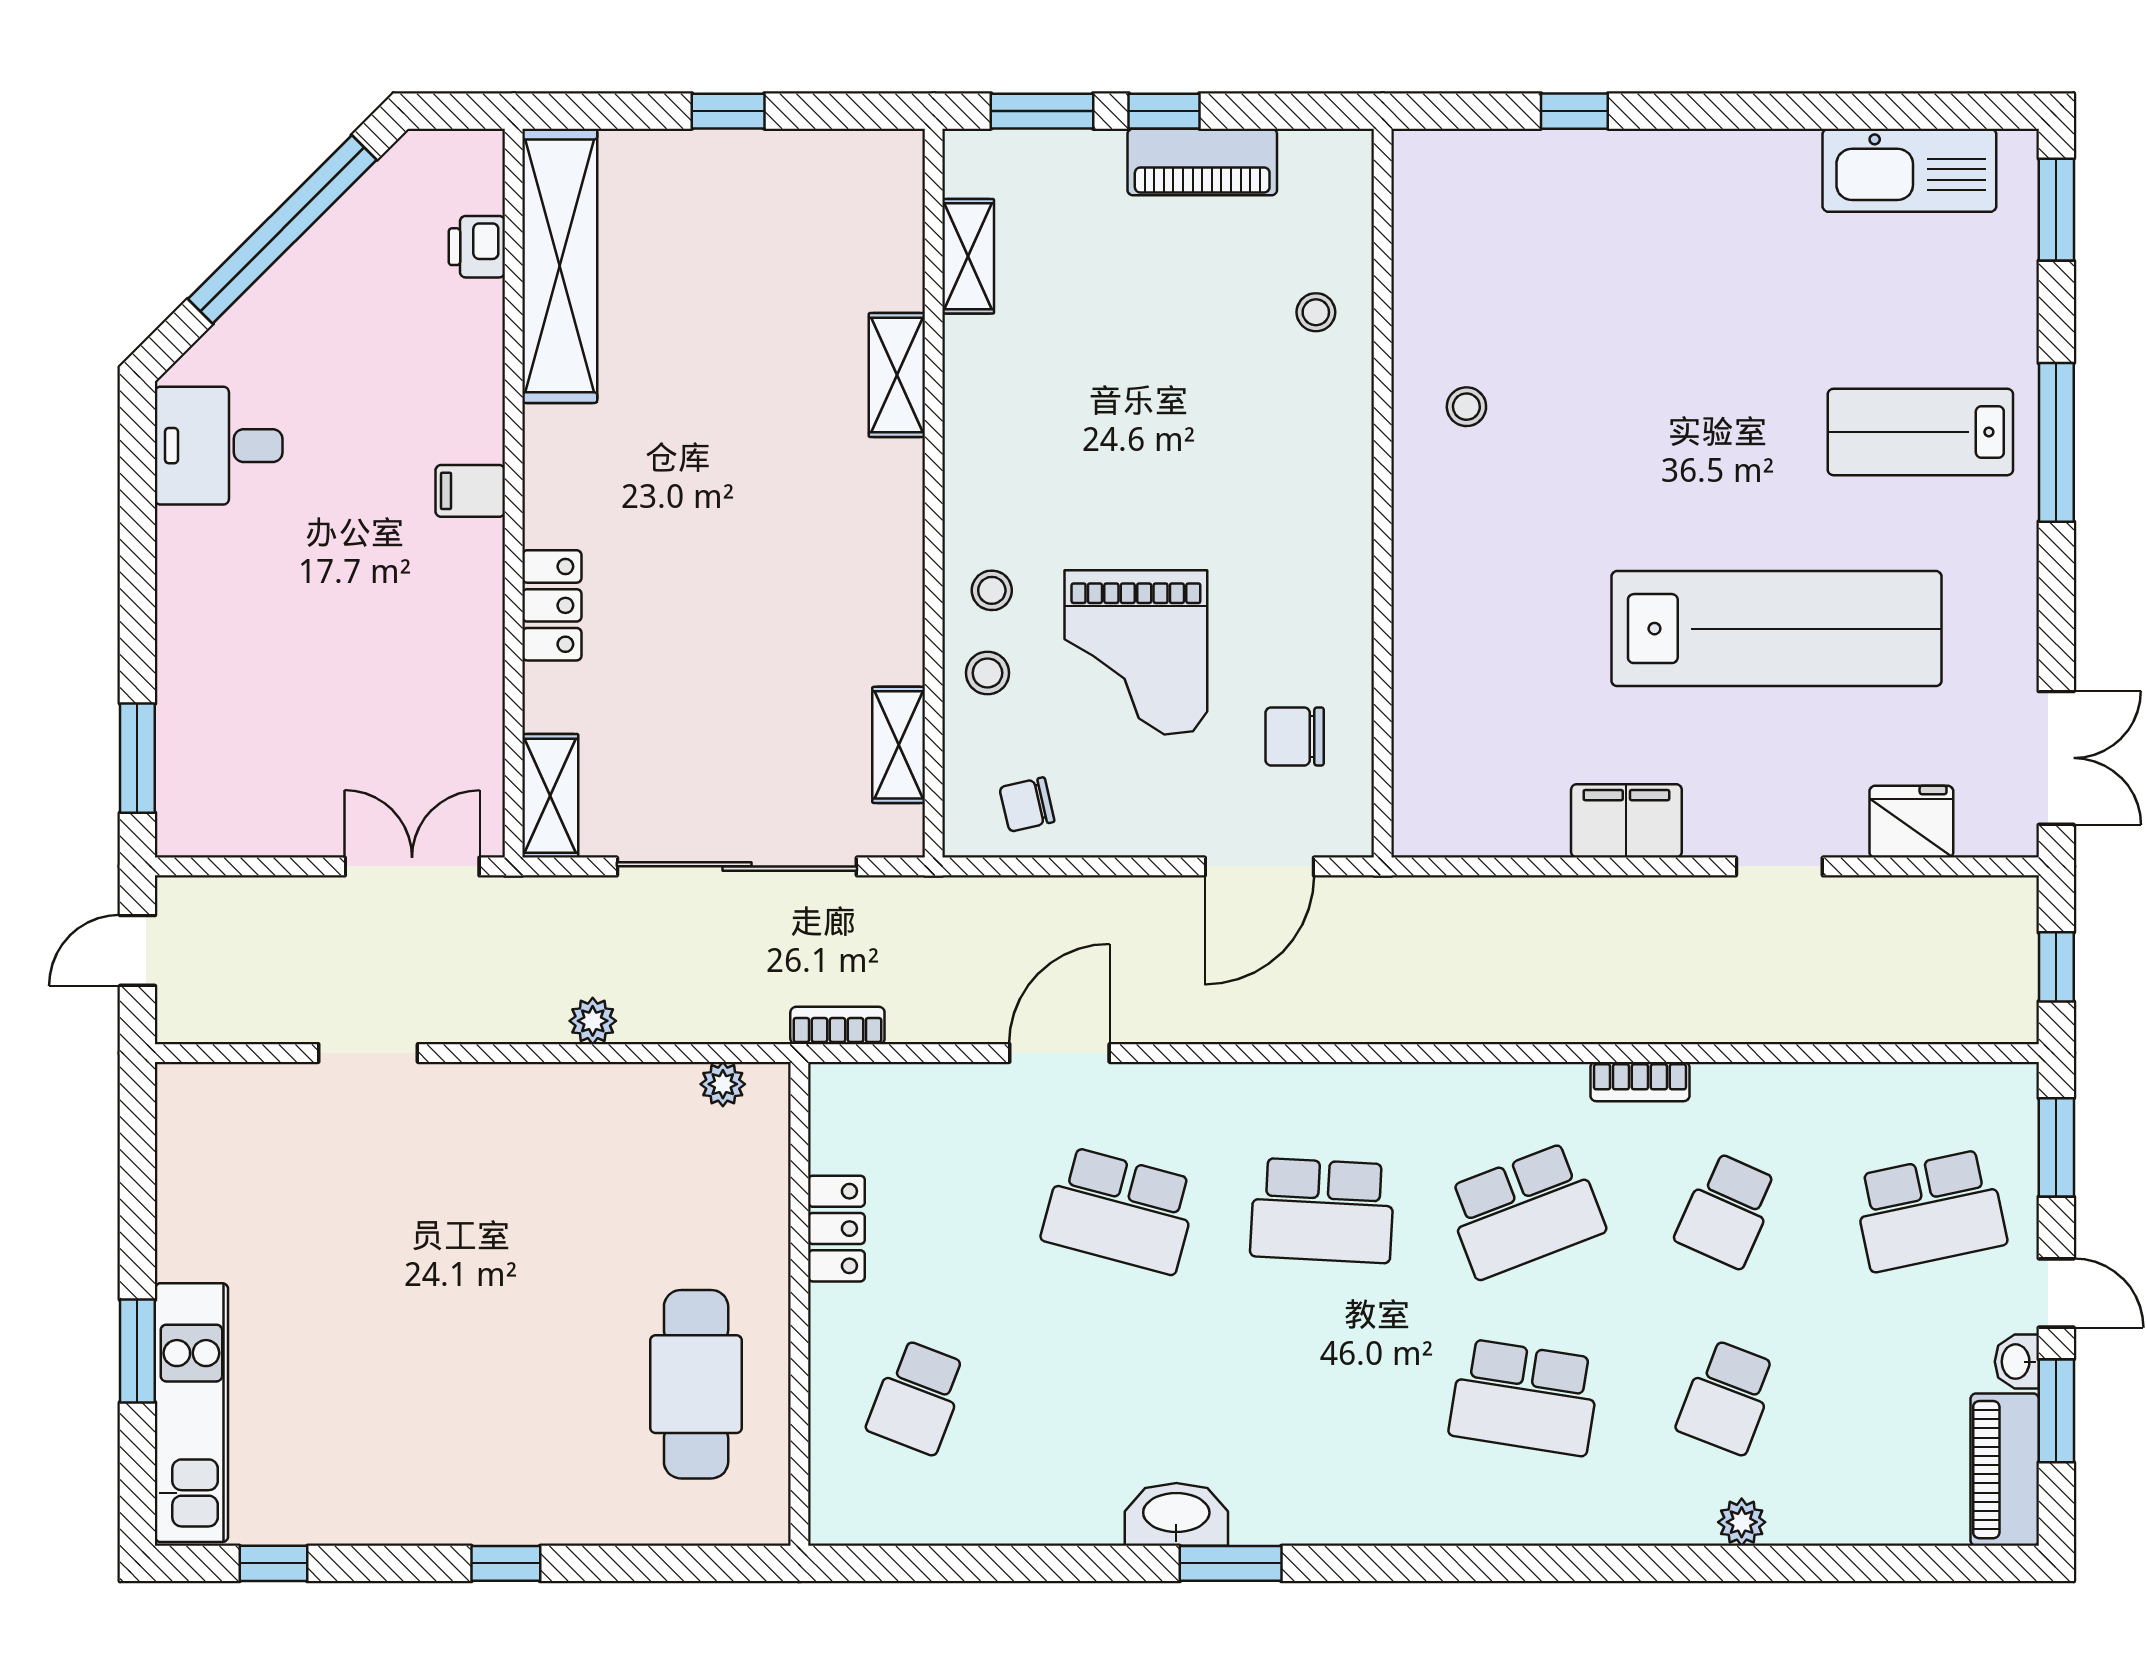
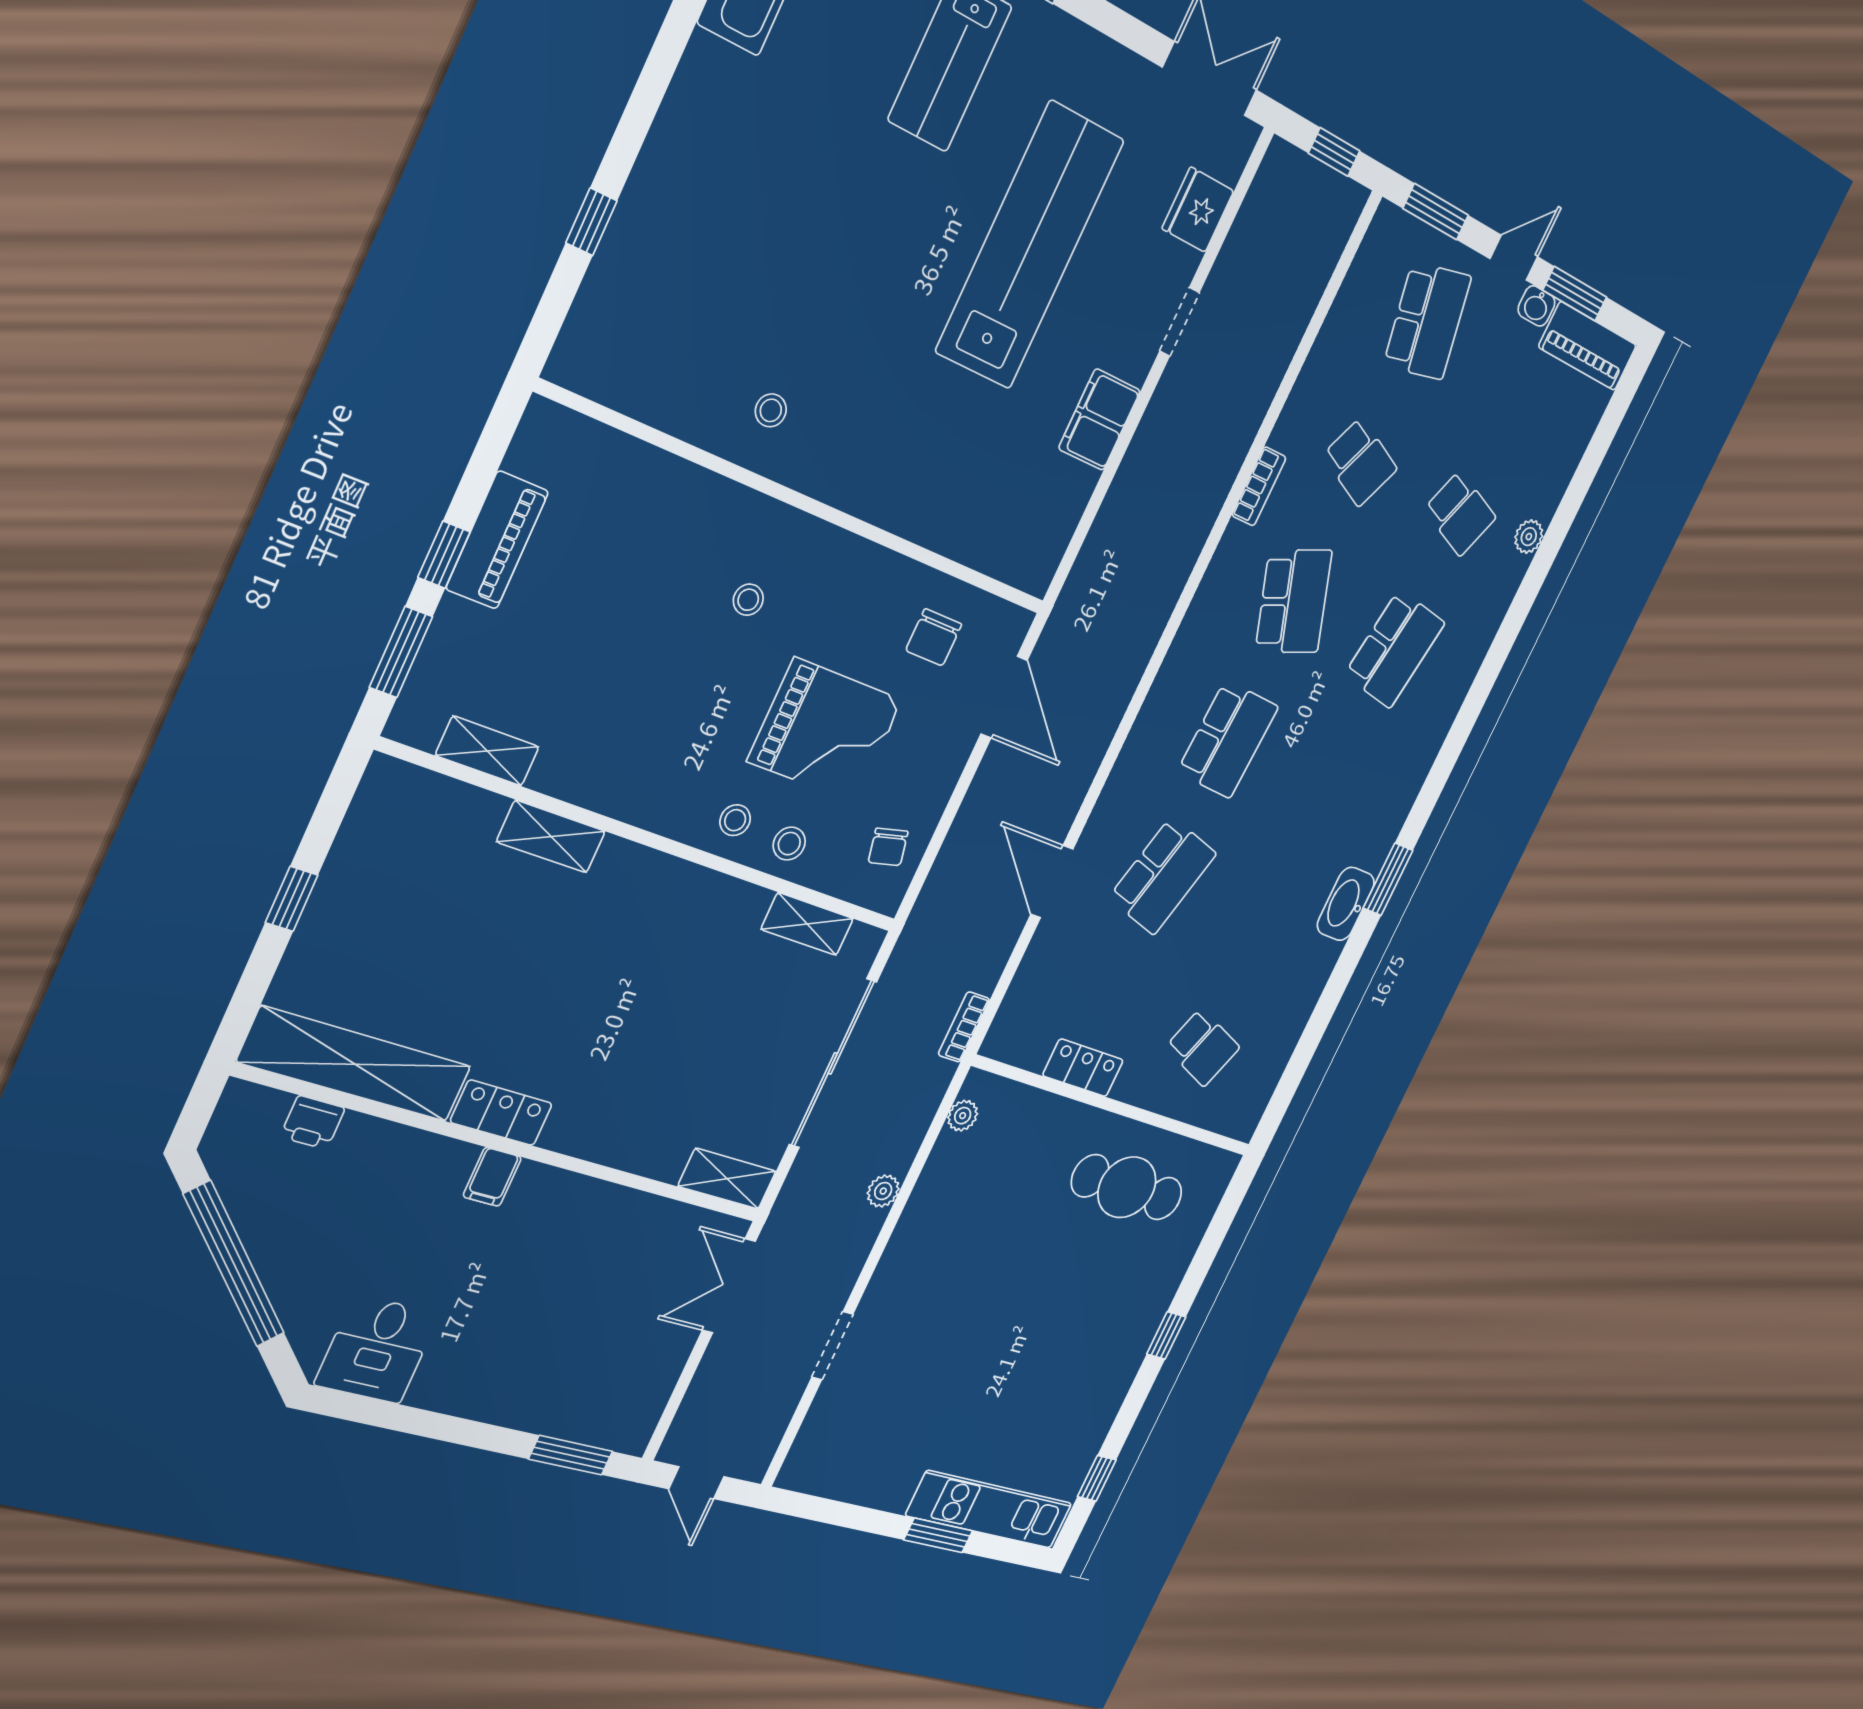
stool: (1316, 312) -> (748, 600), moved
locker: (552, 605) -> (501, 1113), moved

